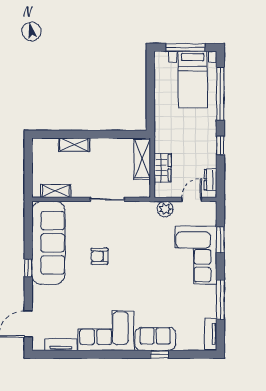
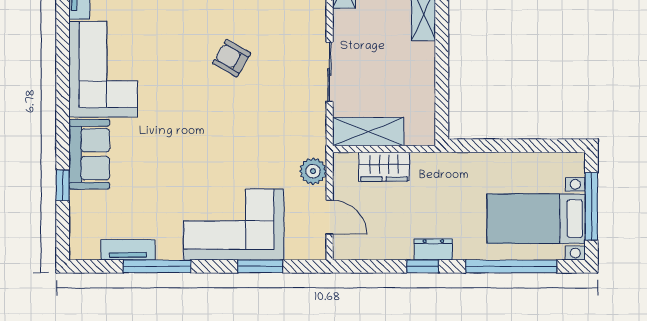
shelving: (142, 159) -> (368, 132), moved
dresser: (211, 180) -> (433, 249), moved
armchair: (100, 256) -> (232, 58), turned -60
tv unit: (211, 334) -> (128, 250), moved
window: (159, 354) -> (63, 185), moved

